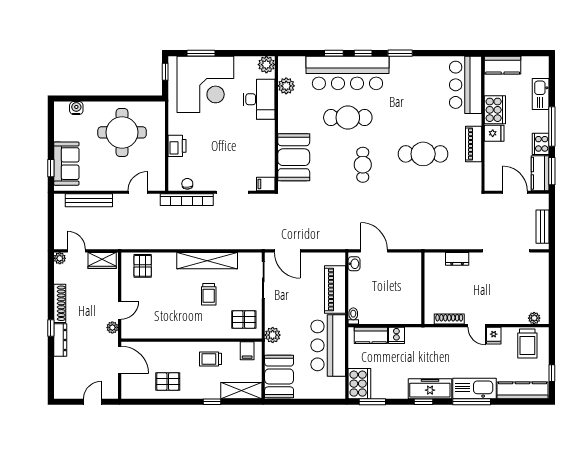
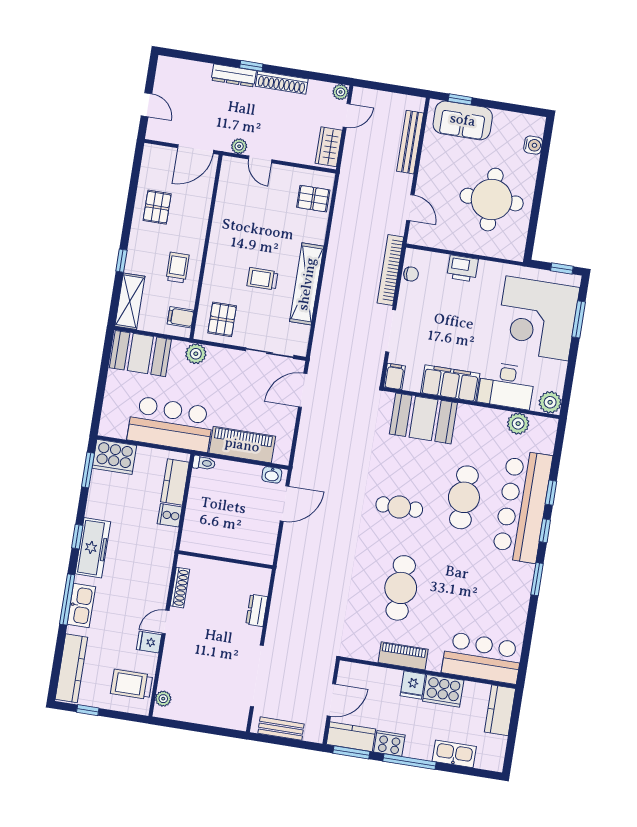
filing cabinet: (264, 141) -> (450, 383), added
kitchen sink: (474, 388) -> (81, 606), width x0.73, depth x0.81

